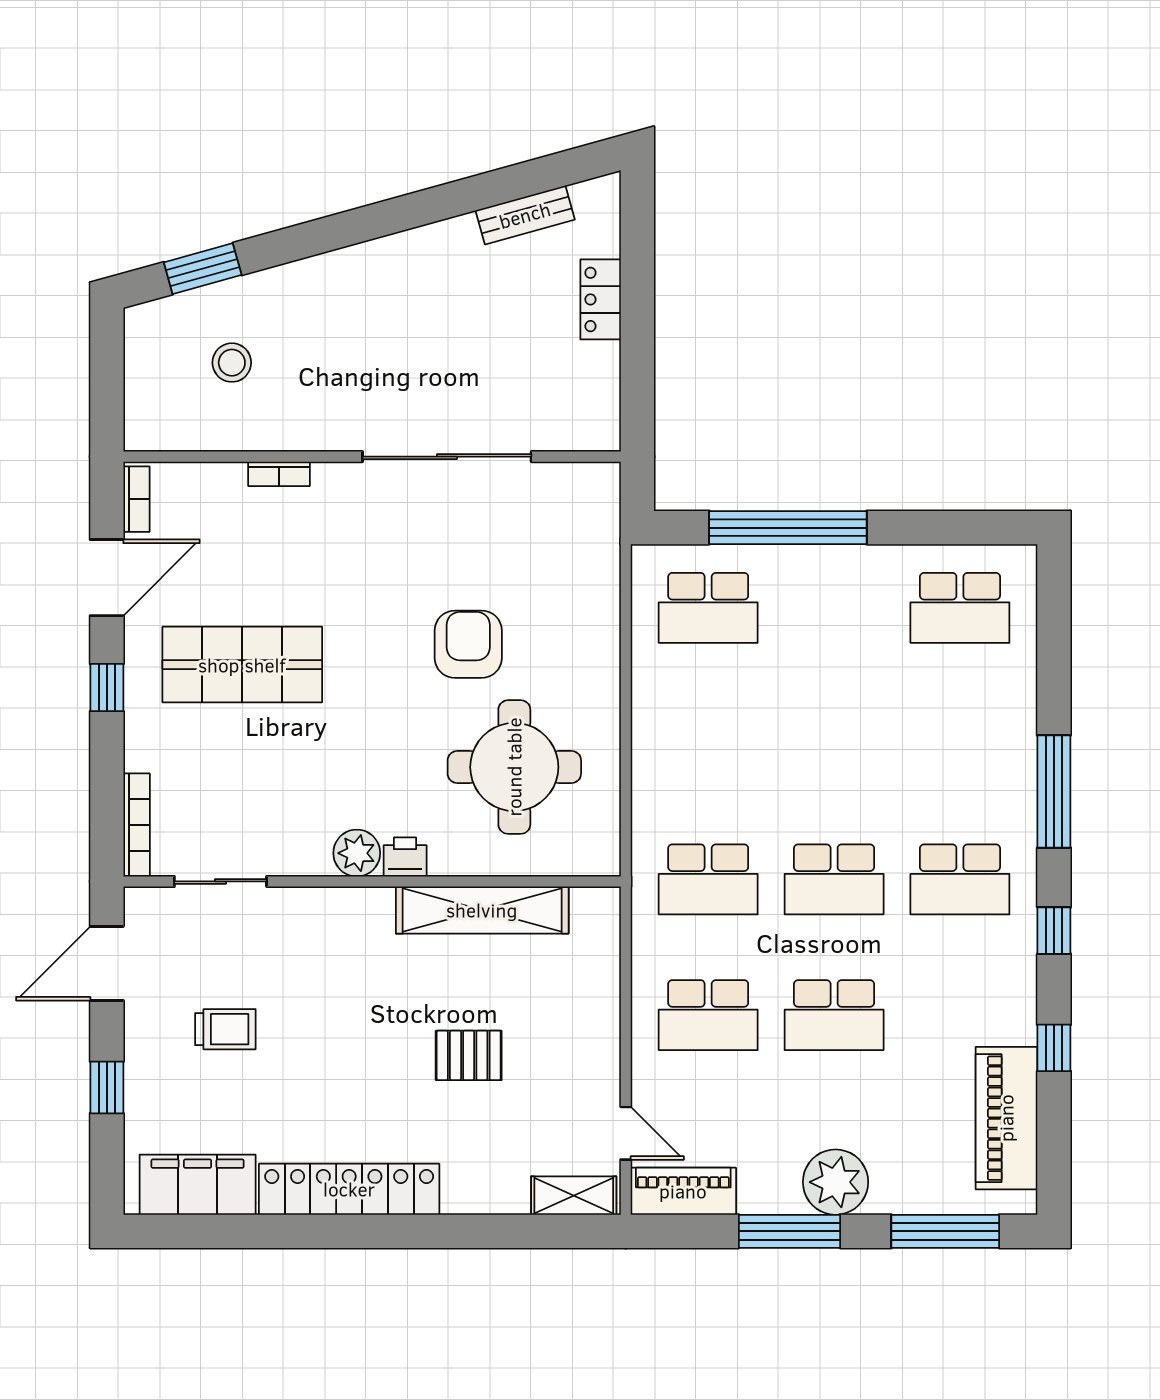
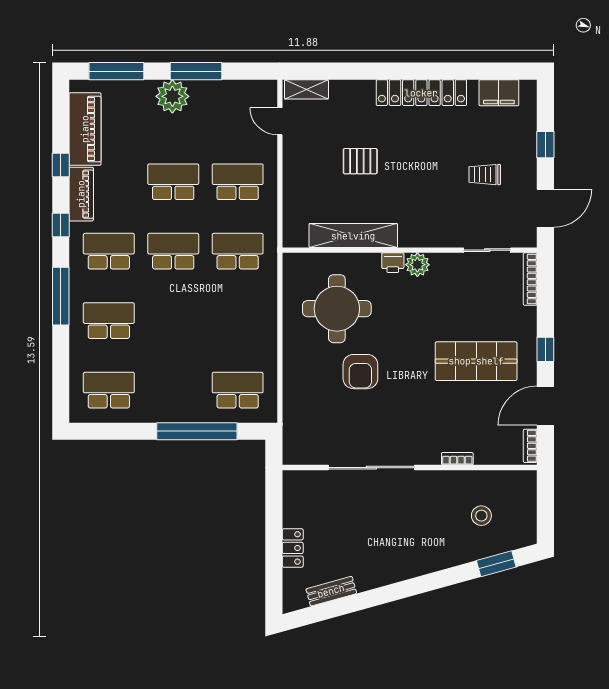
school desk: (960, 744) -> (109, 321), added
filing cabinet: (198, 1185) -> (499, 93), width x0.67, depth x0.86
piano: (683, 1191) -> (81, 194), moved, turned -90

